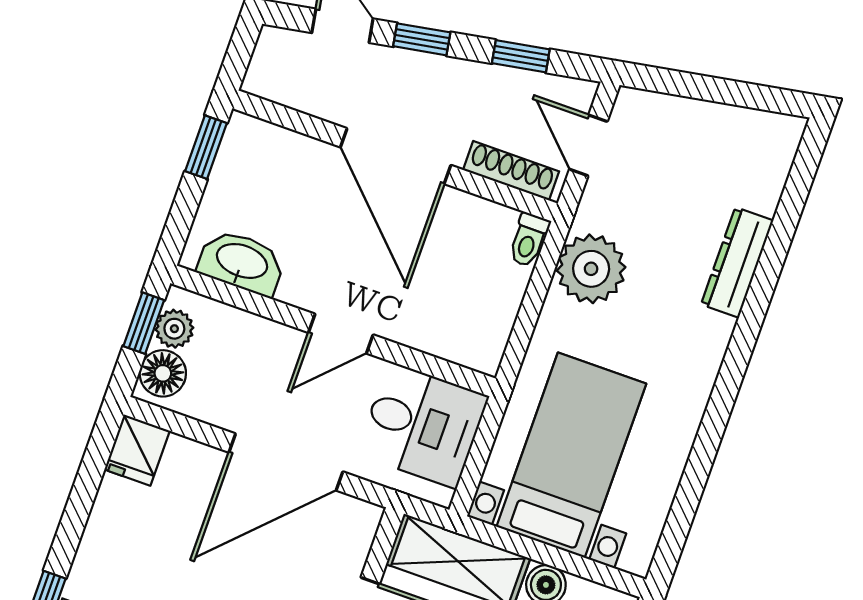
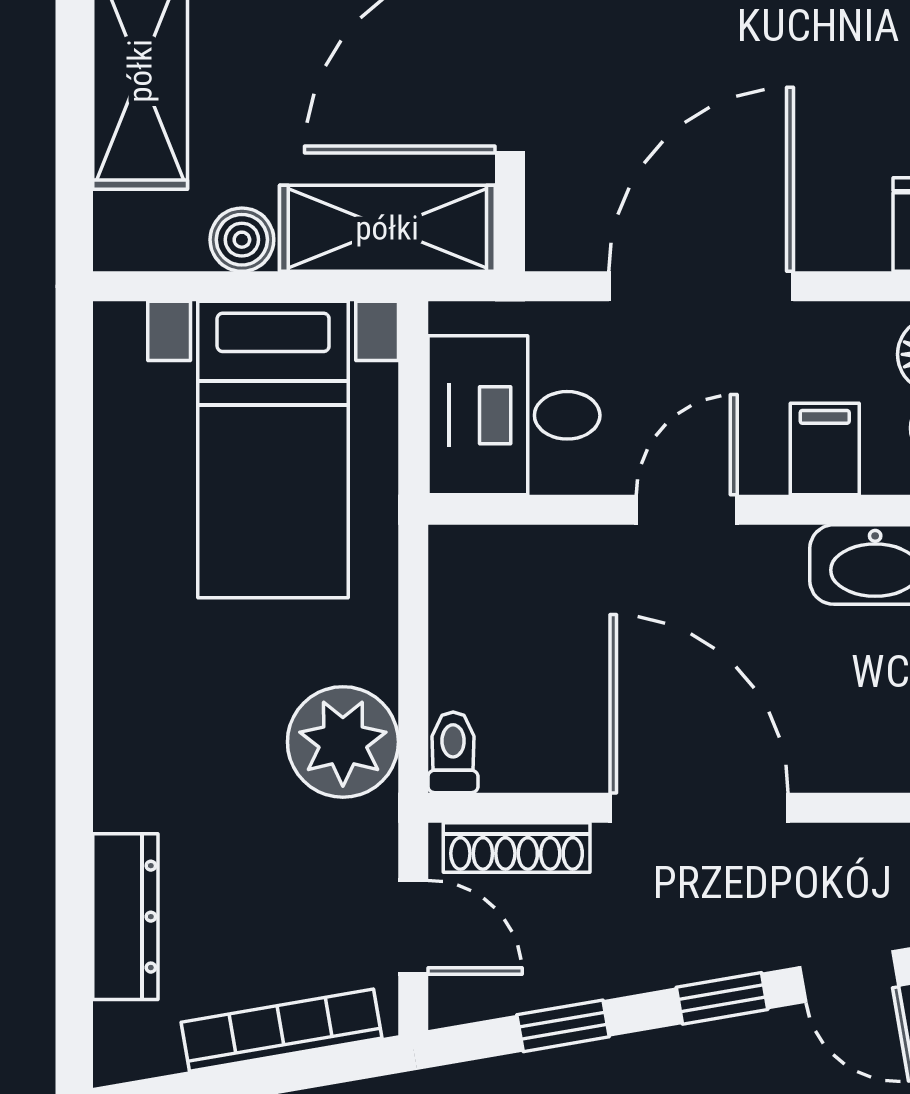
bookcase: (687, 112) -> (281, 1030), added
dresser: (737, 262) -> (125, 917), moved
filing cabinet: (247, 341) -> (825, 449), added

